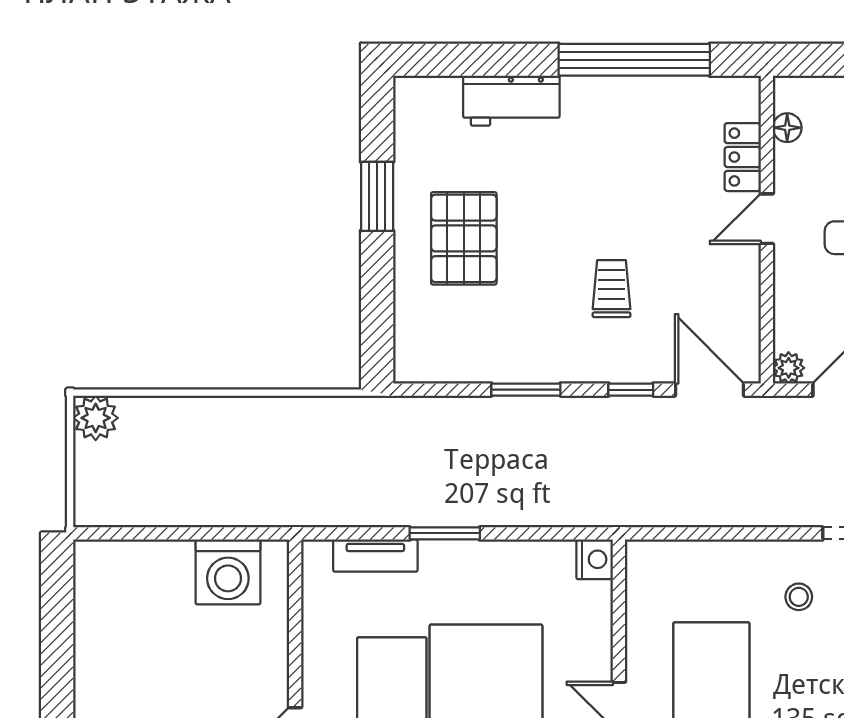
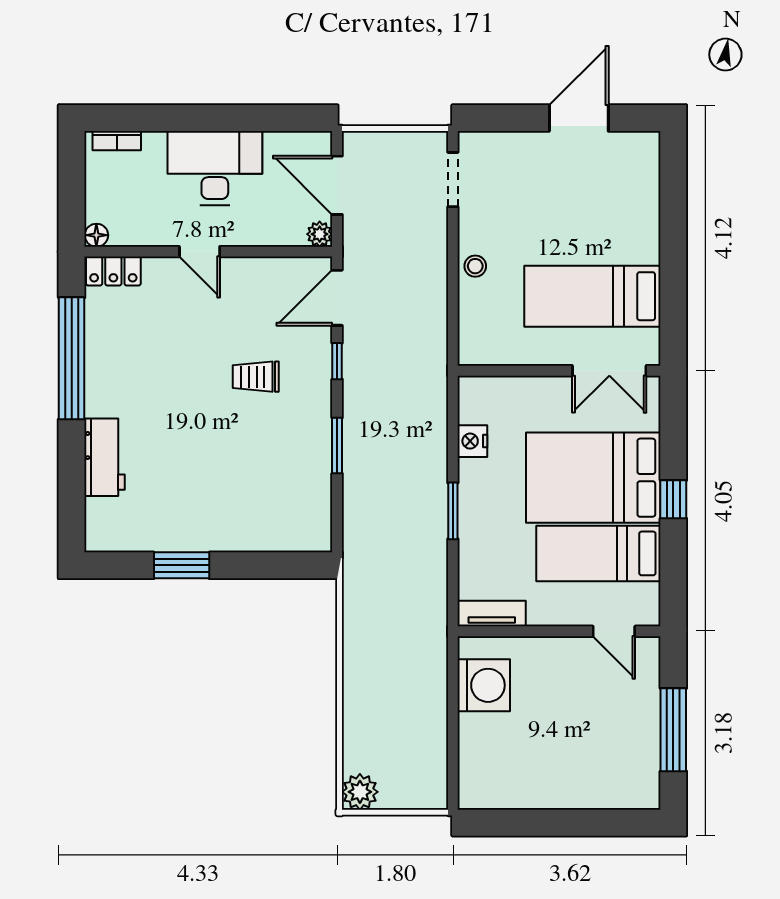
floor lamp: (787, 128) -> (96, 235), moved
locker: (743, 157) -> (113, 271), moved
pallet: (464, 238) -> (215, 495), removed
tv unit: (375, 556) -> (492, 614), moved, turned -90
nightstand: (595, 559) -> (472, 441), moved, turned -90
stool: (799, 597) -> (475, 266), moved

